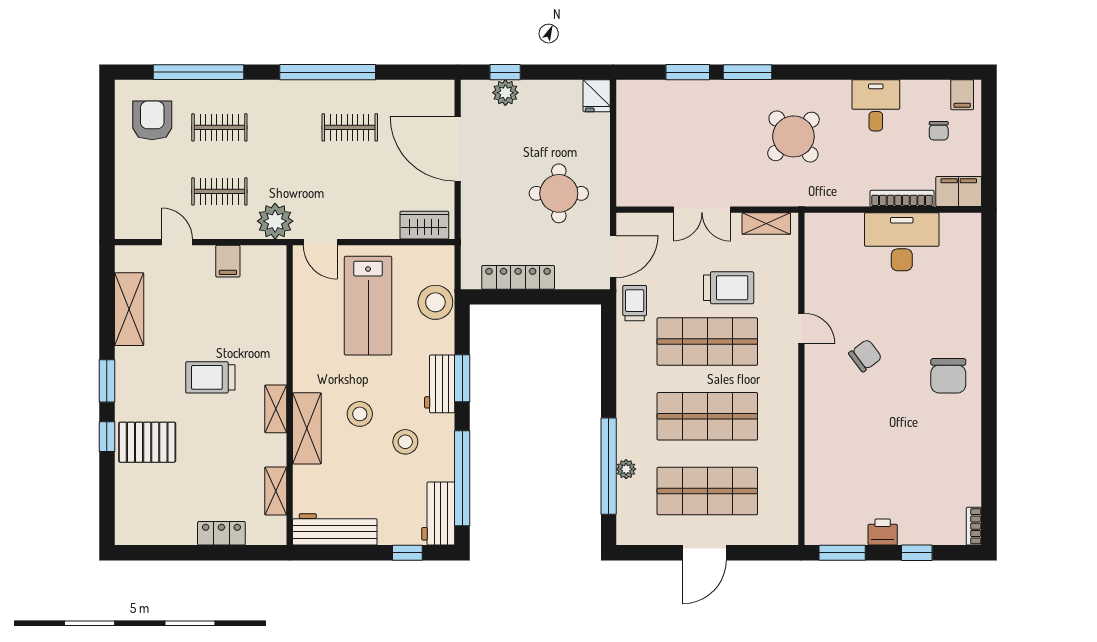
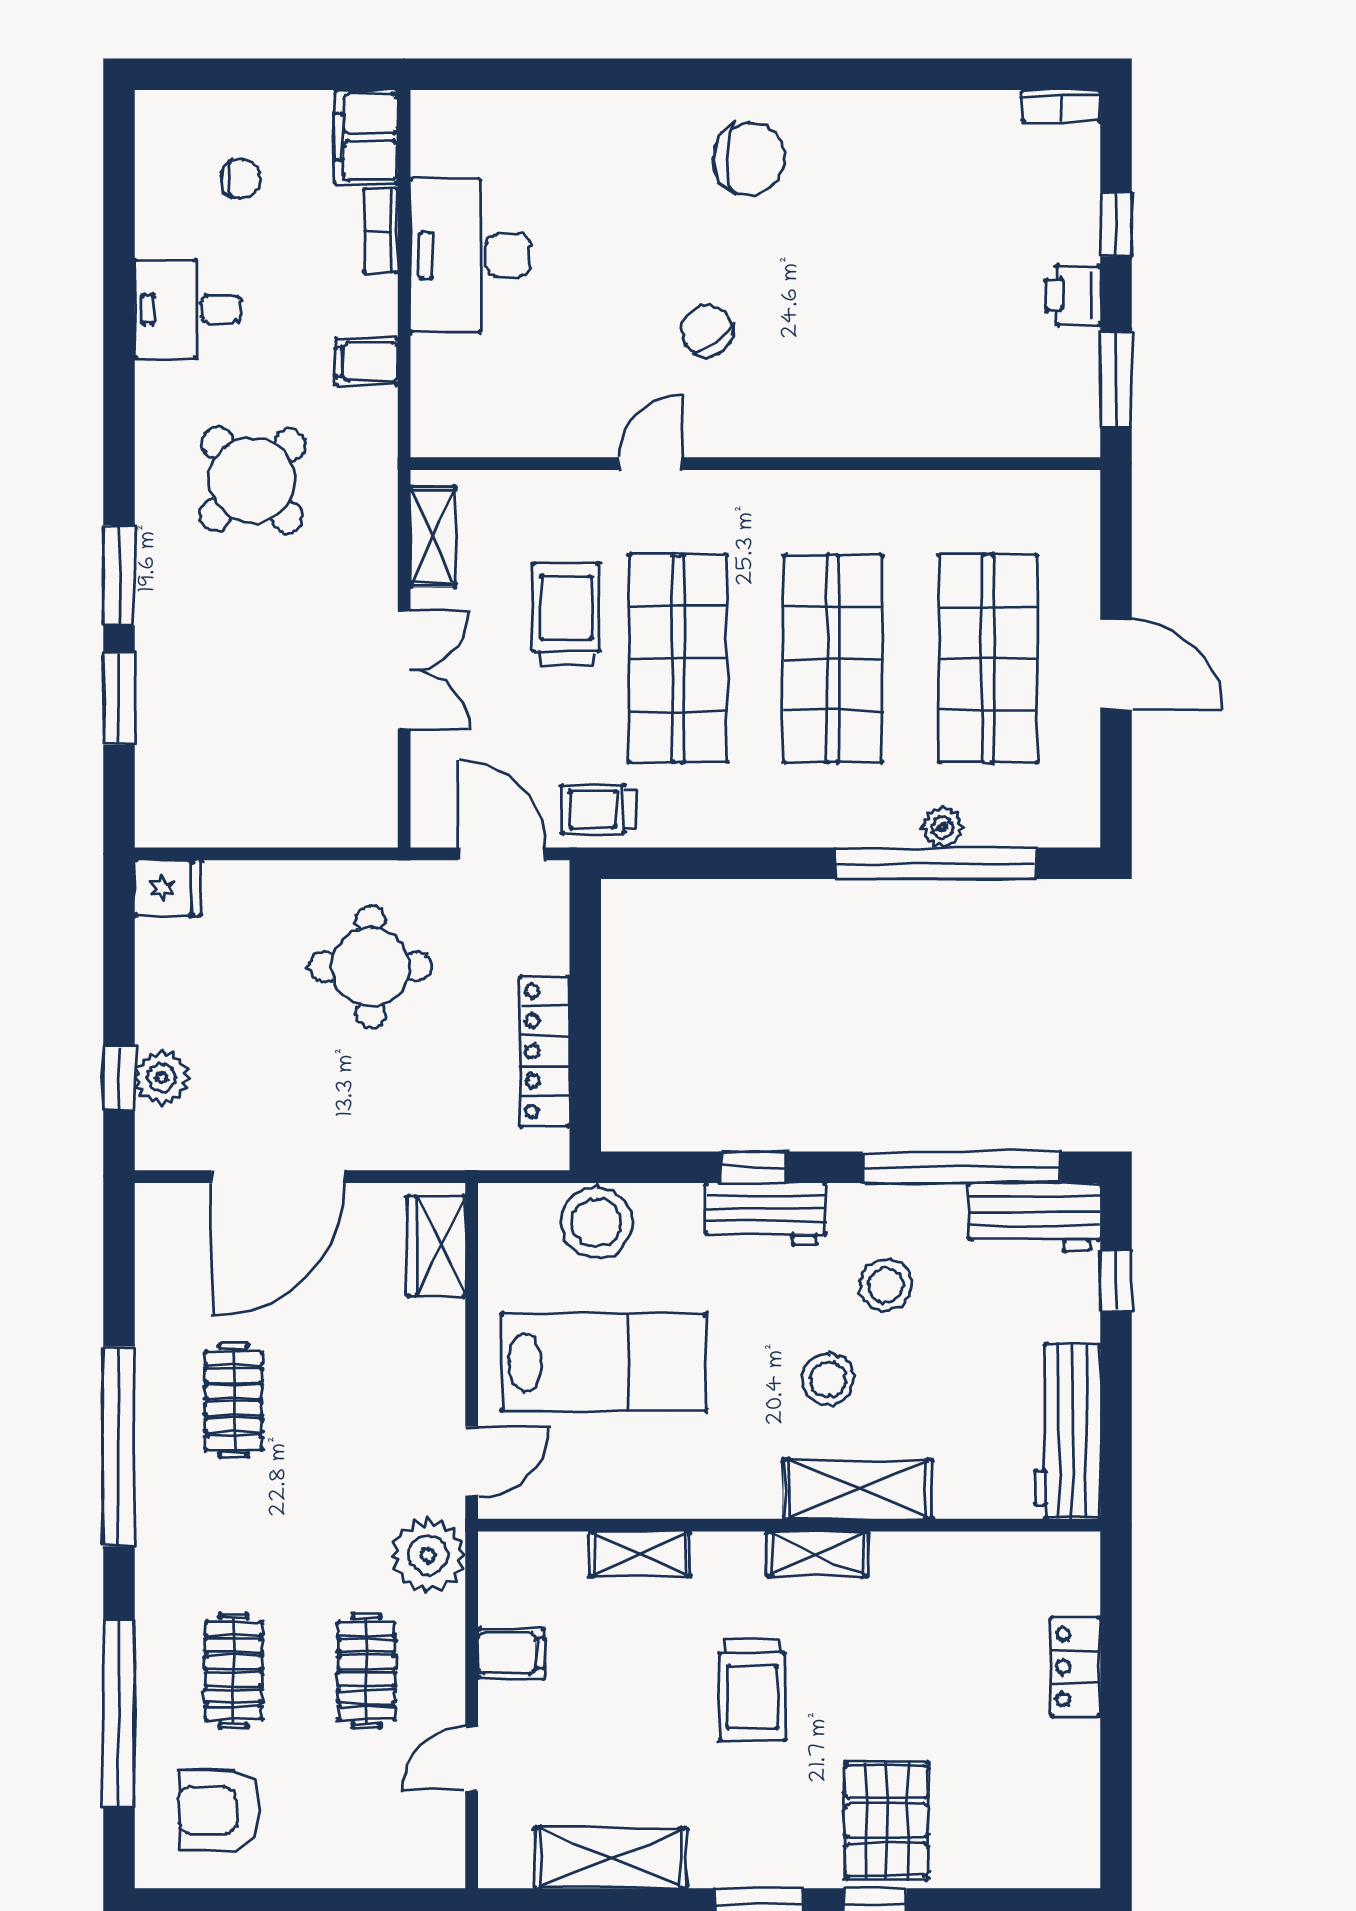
filing cabinet: (962, 95) -> (367, 362), moved, turned 180
bookcase: (902, 198) -> (381, 231), width x0.64
window: (462, 378) -> (754, 1167), width x0.67
shelving: (276, 491) -> (640, 1554), moved

